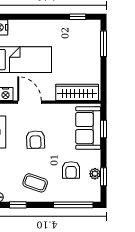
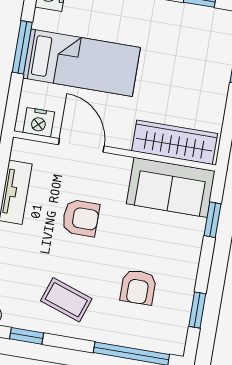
sofa: (88, 128) -> (171, 187), moved, turned -90
armchair: (35, 140) -> (81, 218), turned -88
plant: (95, 174) -> (182, 302), removed

